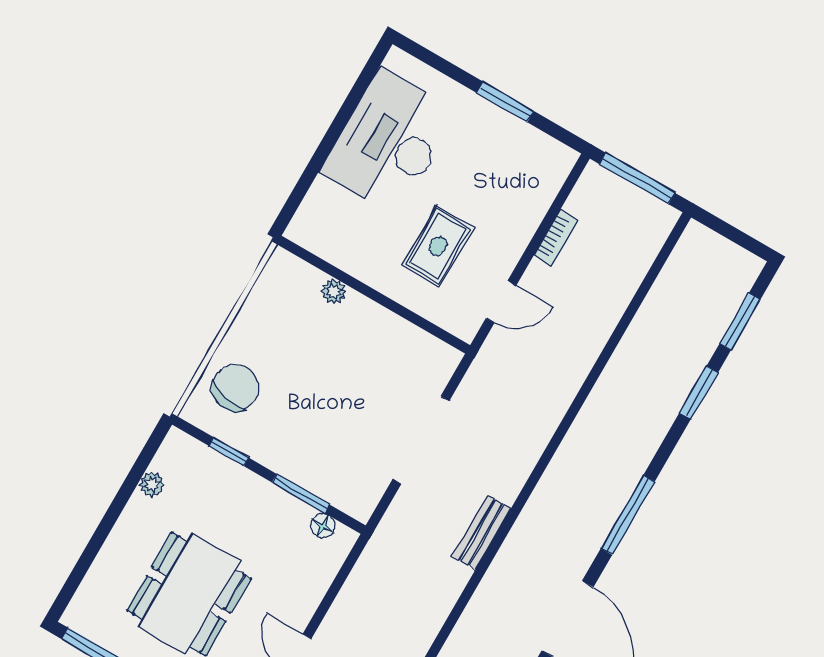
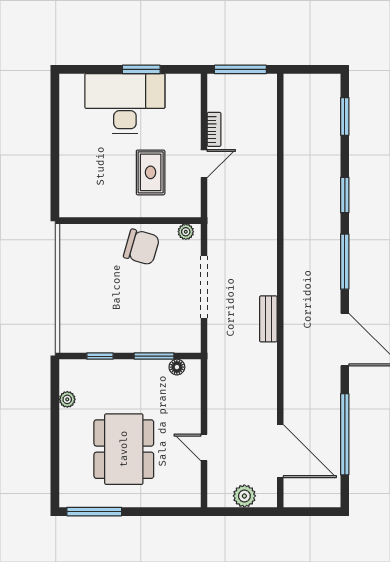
desk: (389, 142) -> (125, 104), moved, turned 90
plant: (334, 291) -> (186, 232), moved
door: (501, 302) -> (204, 164), moved
chair: (235, 388) -> (142, 247), moved, turned 94
window: (699, 393) -> (345, 195), moved

